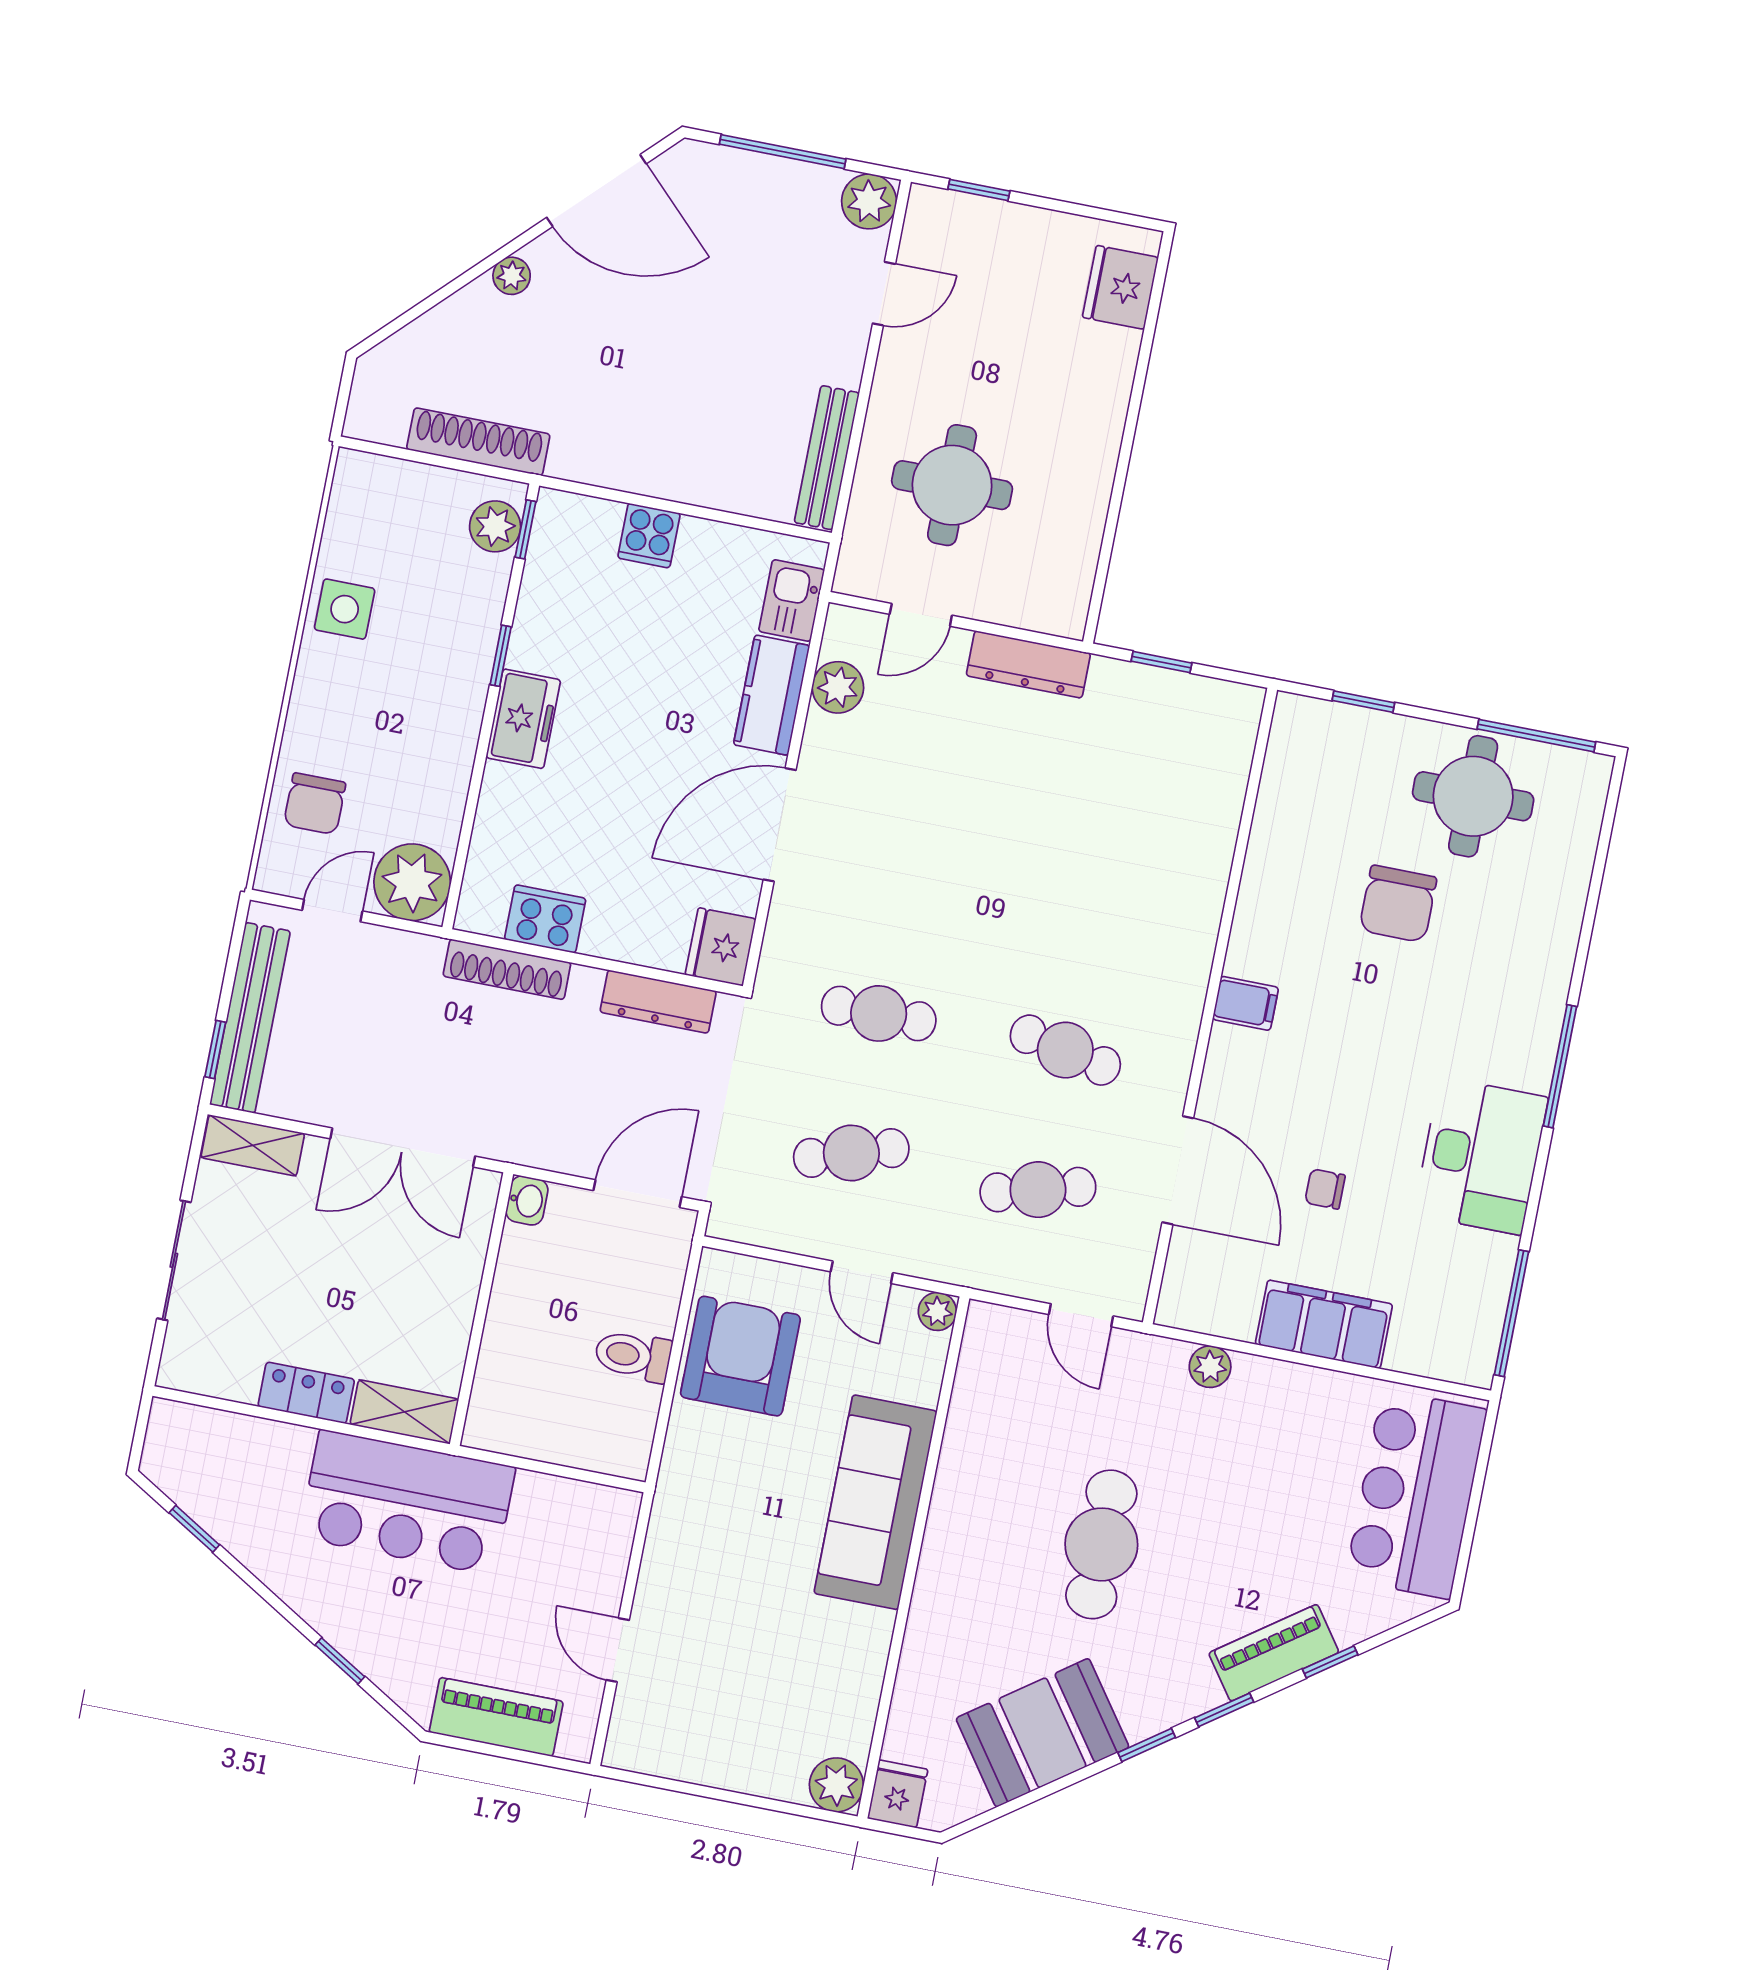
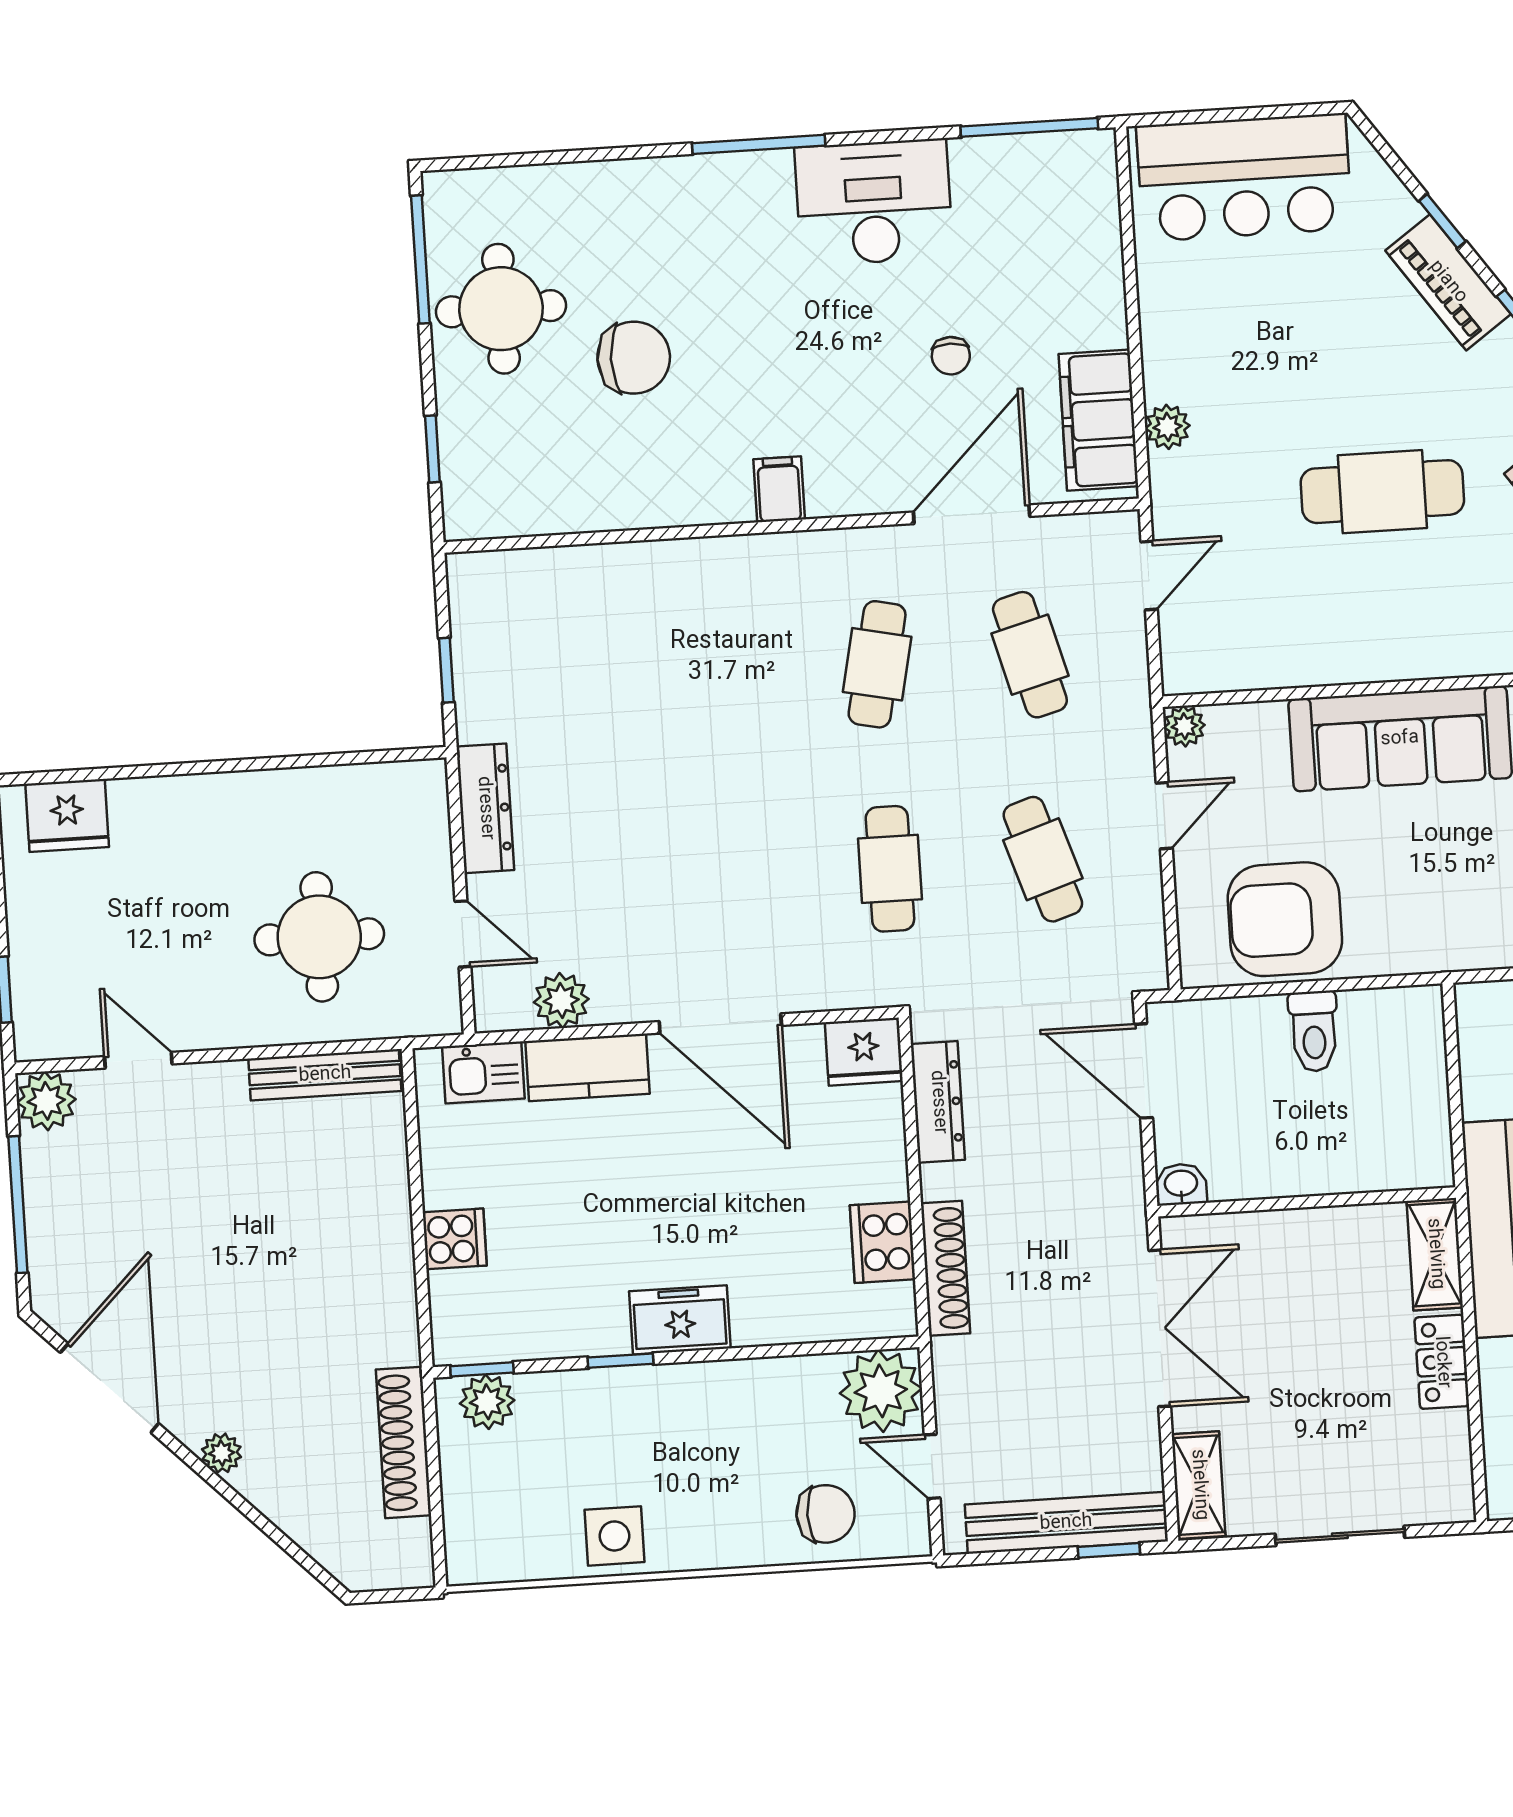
filing cabinet: (1324, 1324) -> (1098, 420), moved

